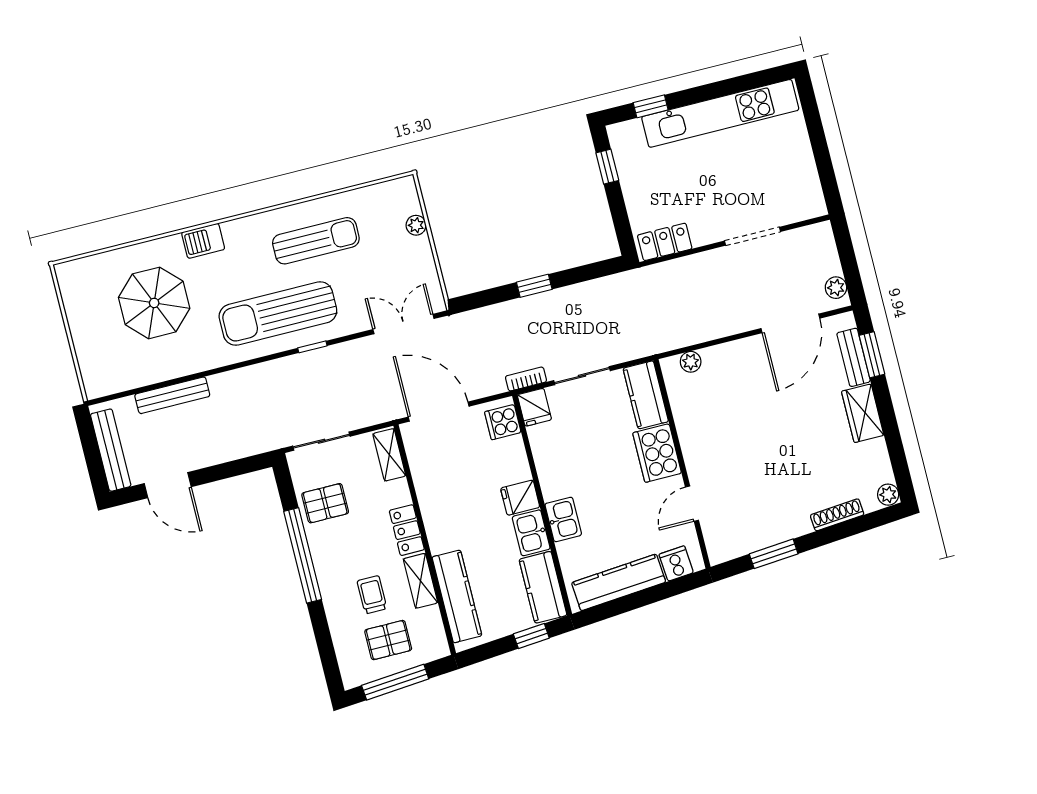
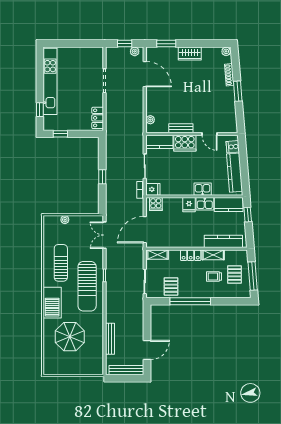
barbecue: (203, 241) -> (52, 303), width x1.88, depth x1.53
window: (848, 261) -> (125, 44), added
bench: (854, 357) -> (181, 128), moved
window: (774, 554) -> (238, 91), moved

